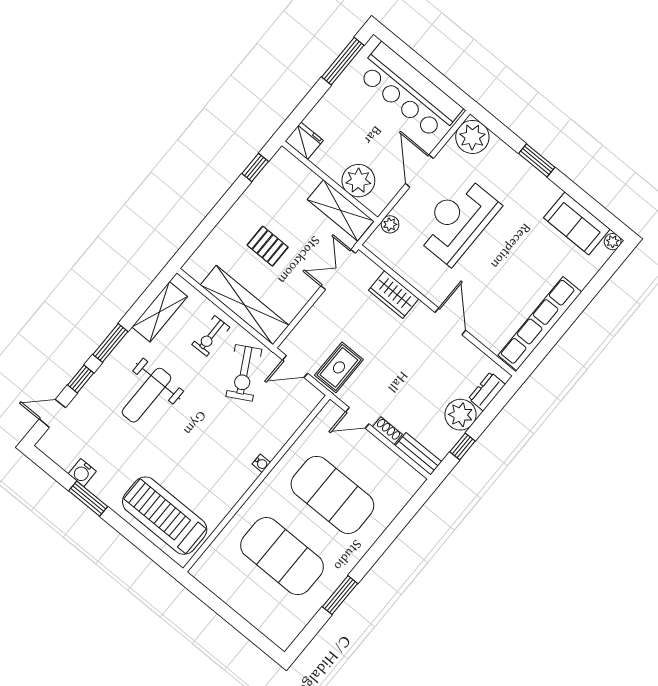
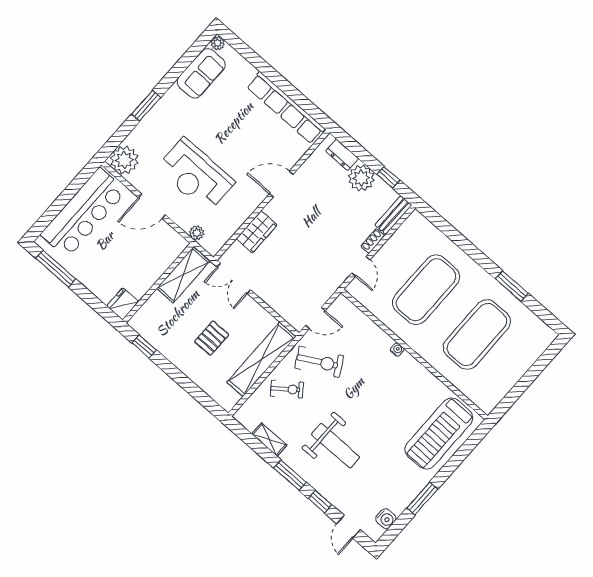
plant: (358, 181) -> (158, 259), removed
shelving: (160, 312) -> (269, 440), width x0.67, depth x0.75
exercise bike: (211, 336) -> (287, 389), turned -37
door: (295, 367) -> (315, 318), hinge flipped
rug: (339, 367) -> (317, 281), removed
water cooler: (82, 473) -> (386, 519), moved

